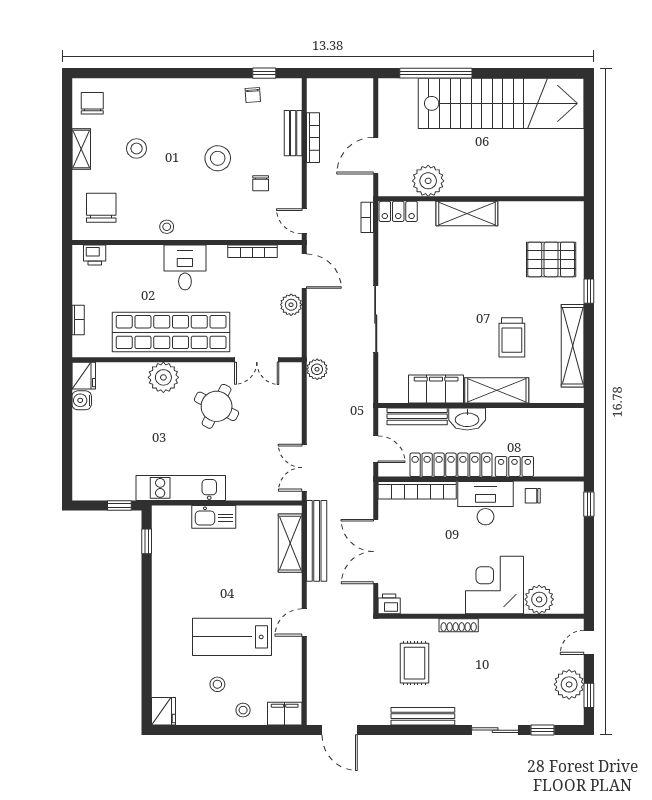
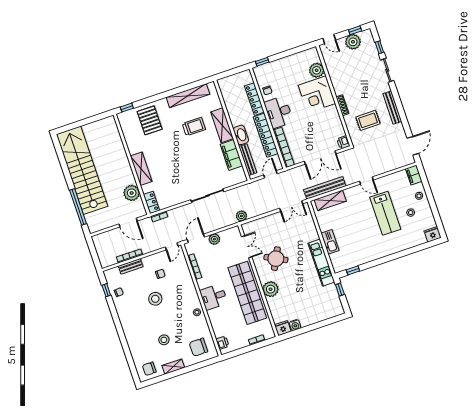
window: (589, 291) -> (127, 108), moved
locker: (514, 467) -> (254, 99), width x1.53

